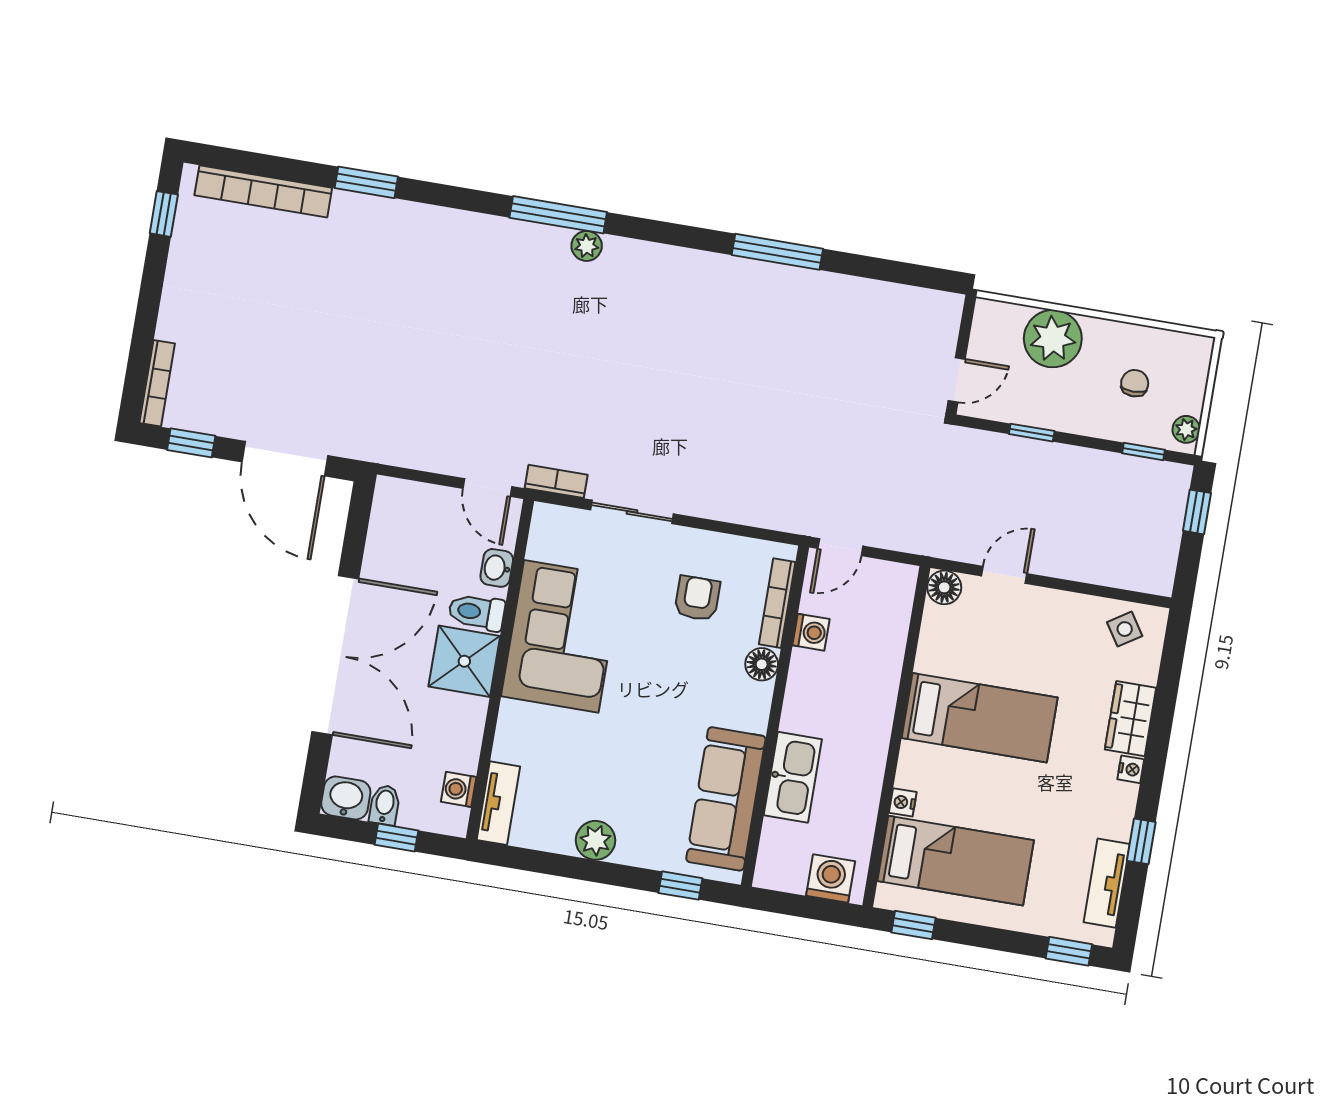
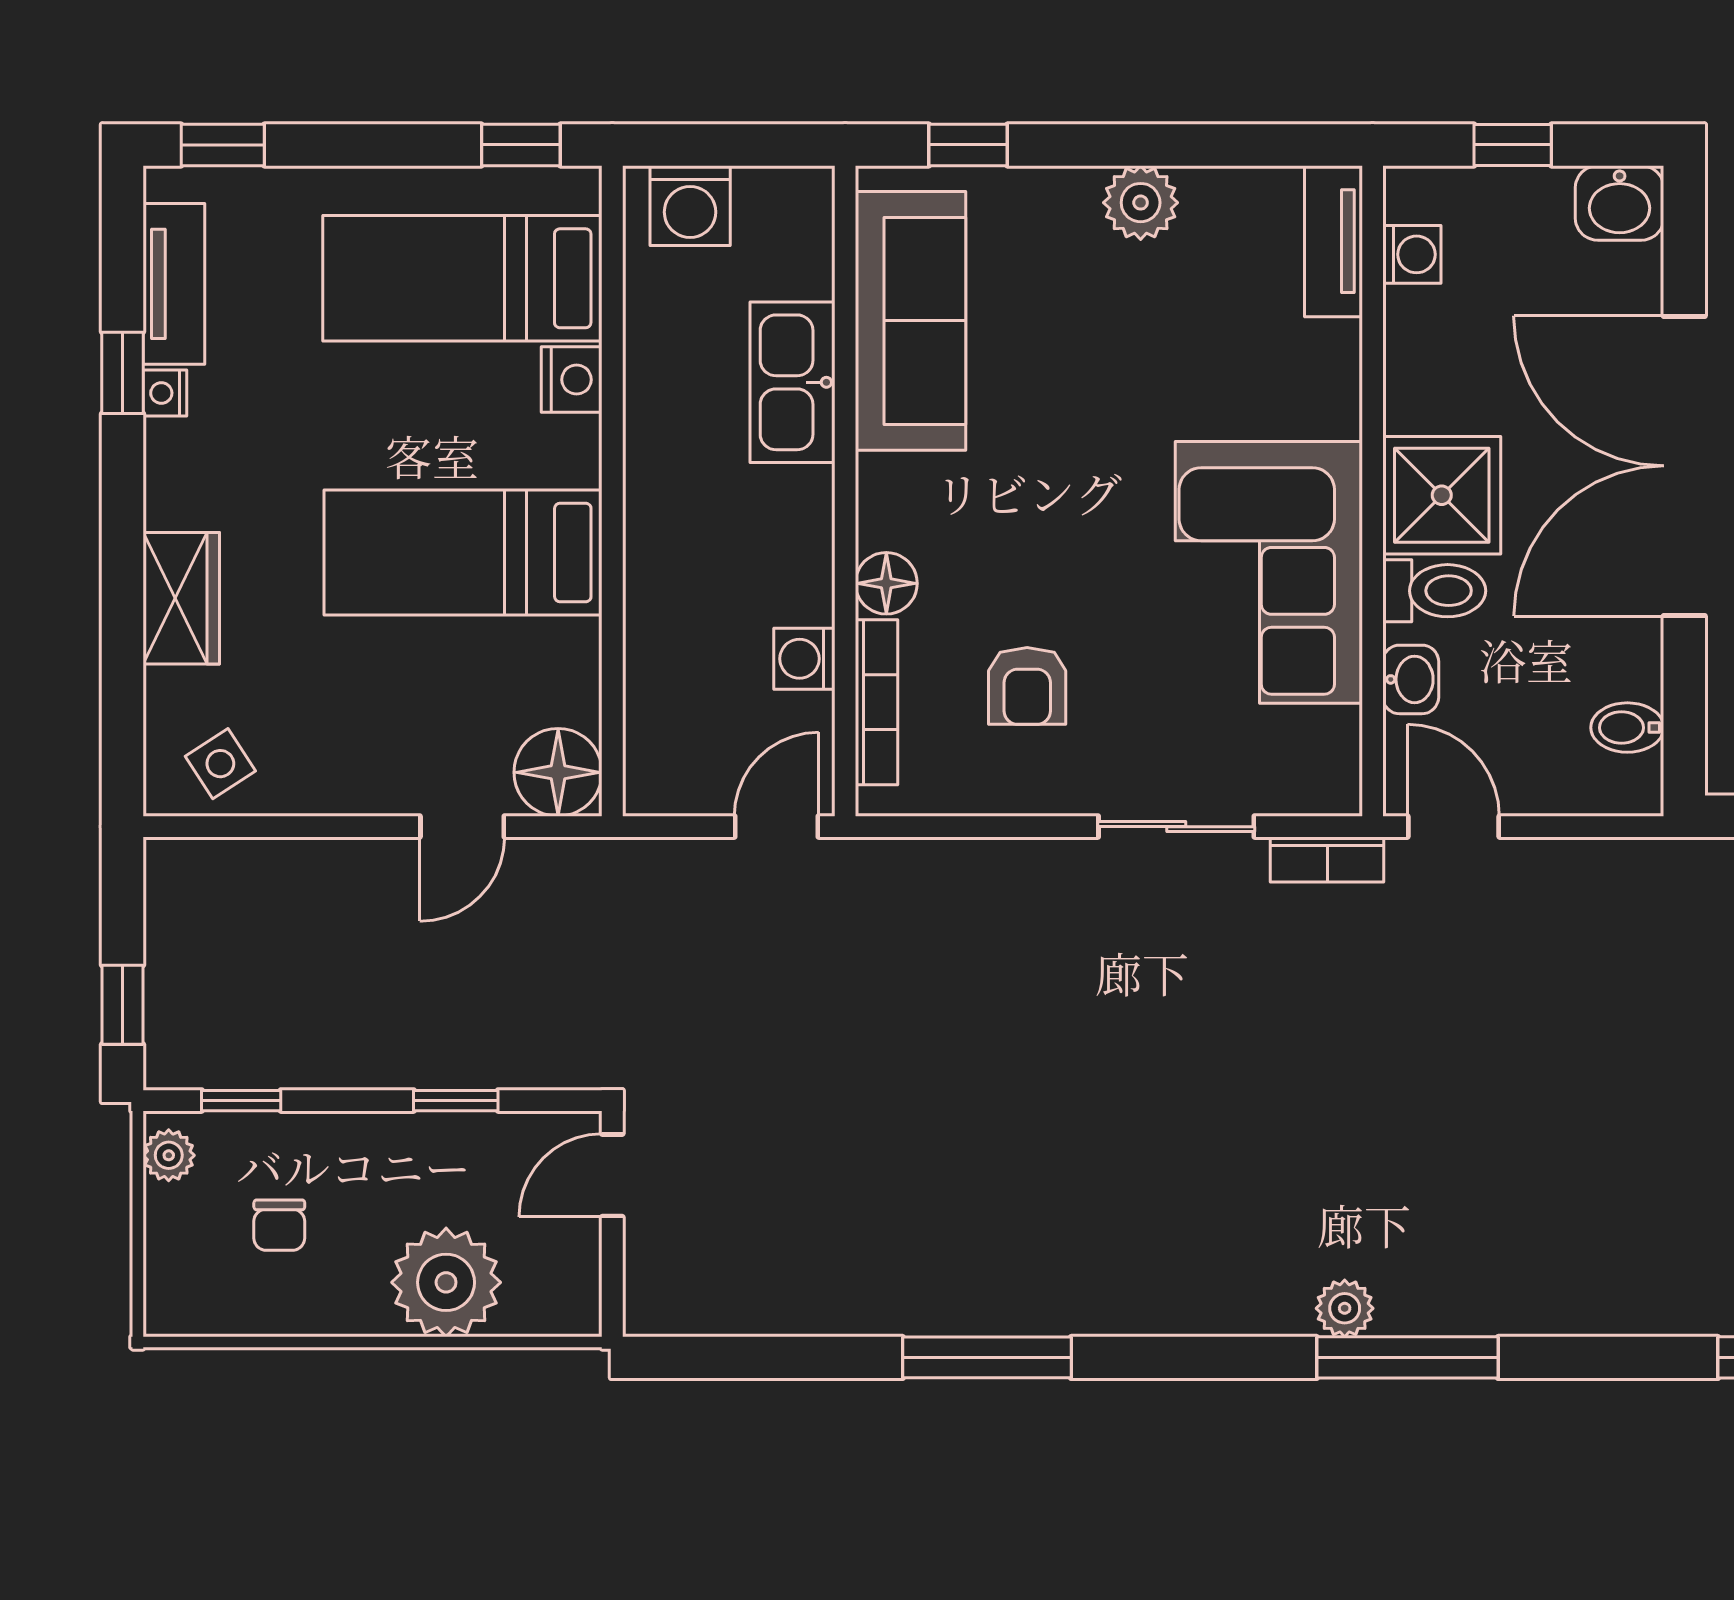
floor lamp: (944, 587) -> (558, 772), width x1.38, depth x1.38
nightstand: (1131, 769) -> (165, 393), moved
nightstand: (903, 802) -> (572, 380), width x1.39, depth x1.35
bidet: (385, 805) -> (1627, 728), moved, turned 90

